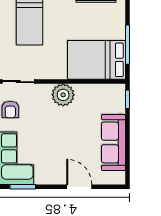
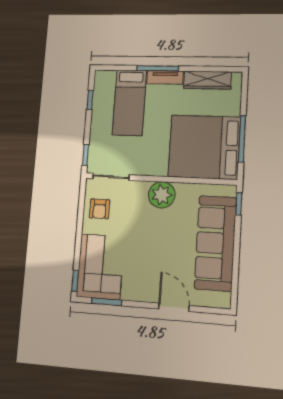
bed: (96, 60) -> (204, 147), width x1.36
sofa: (113, 143) -> (215, 243), width x1.36, depth x1.27

